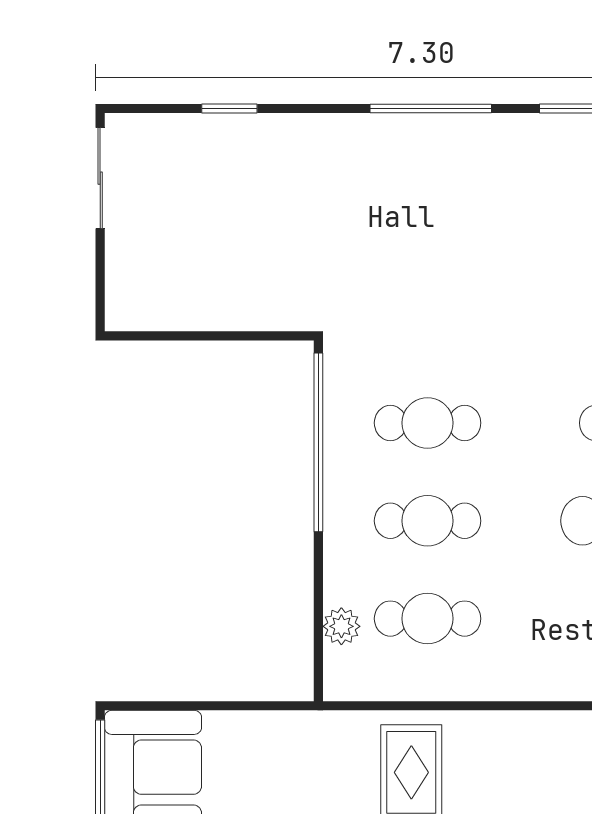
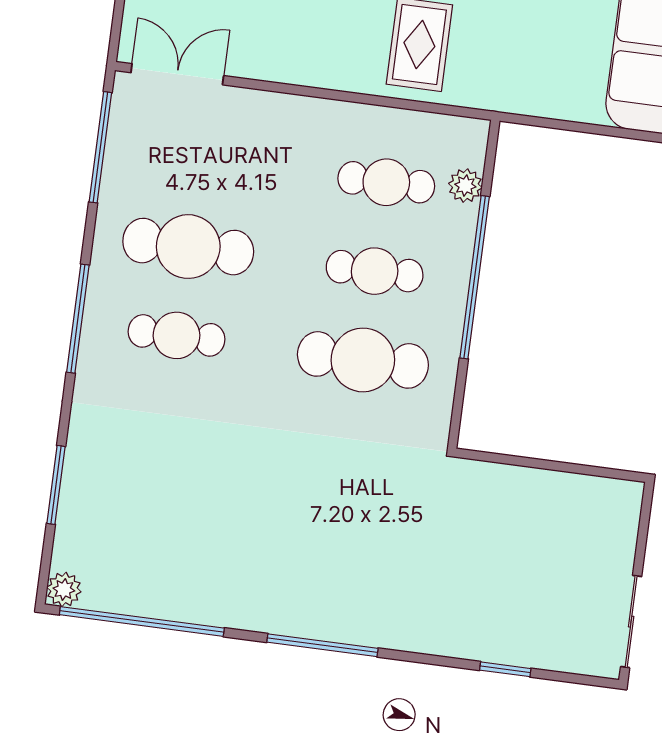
cafe table: (428, 423) -> (363, 360), width x1.37, depth x1.35
window: (318, 442) -> (475, 277), moved

